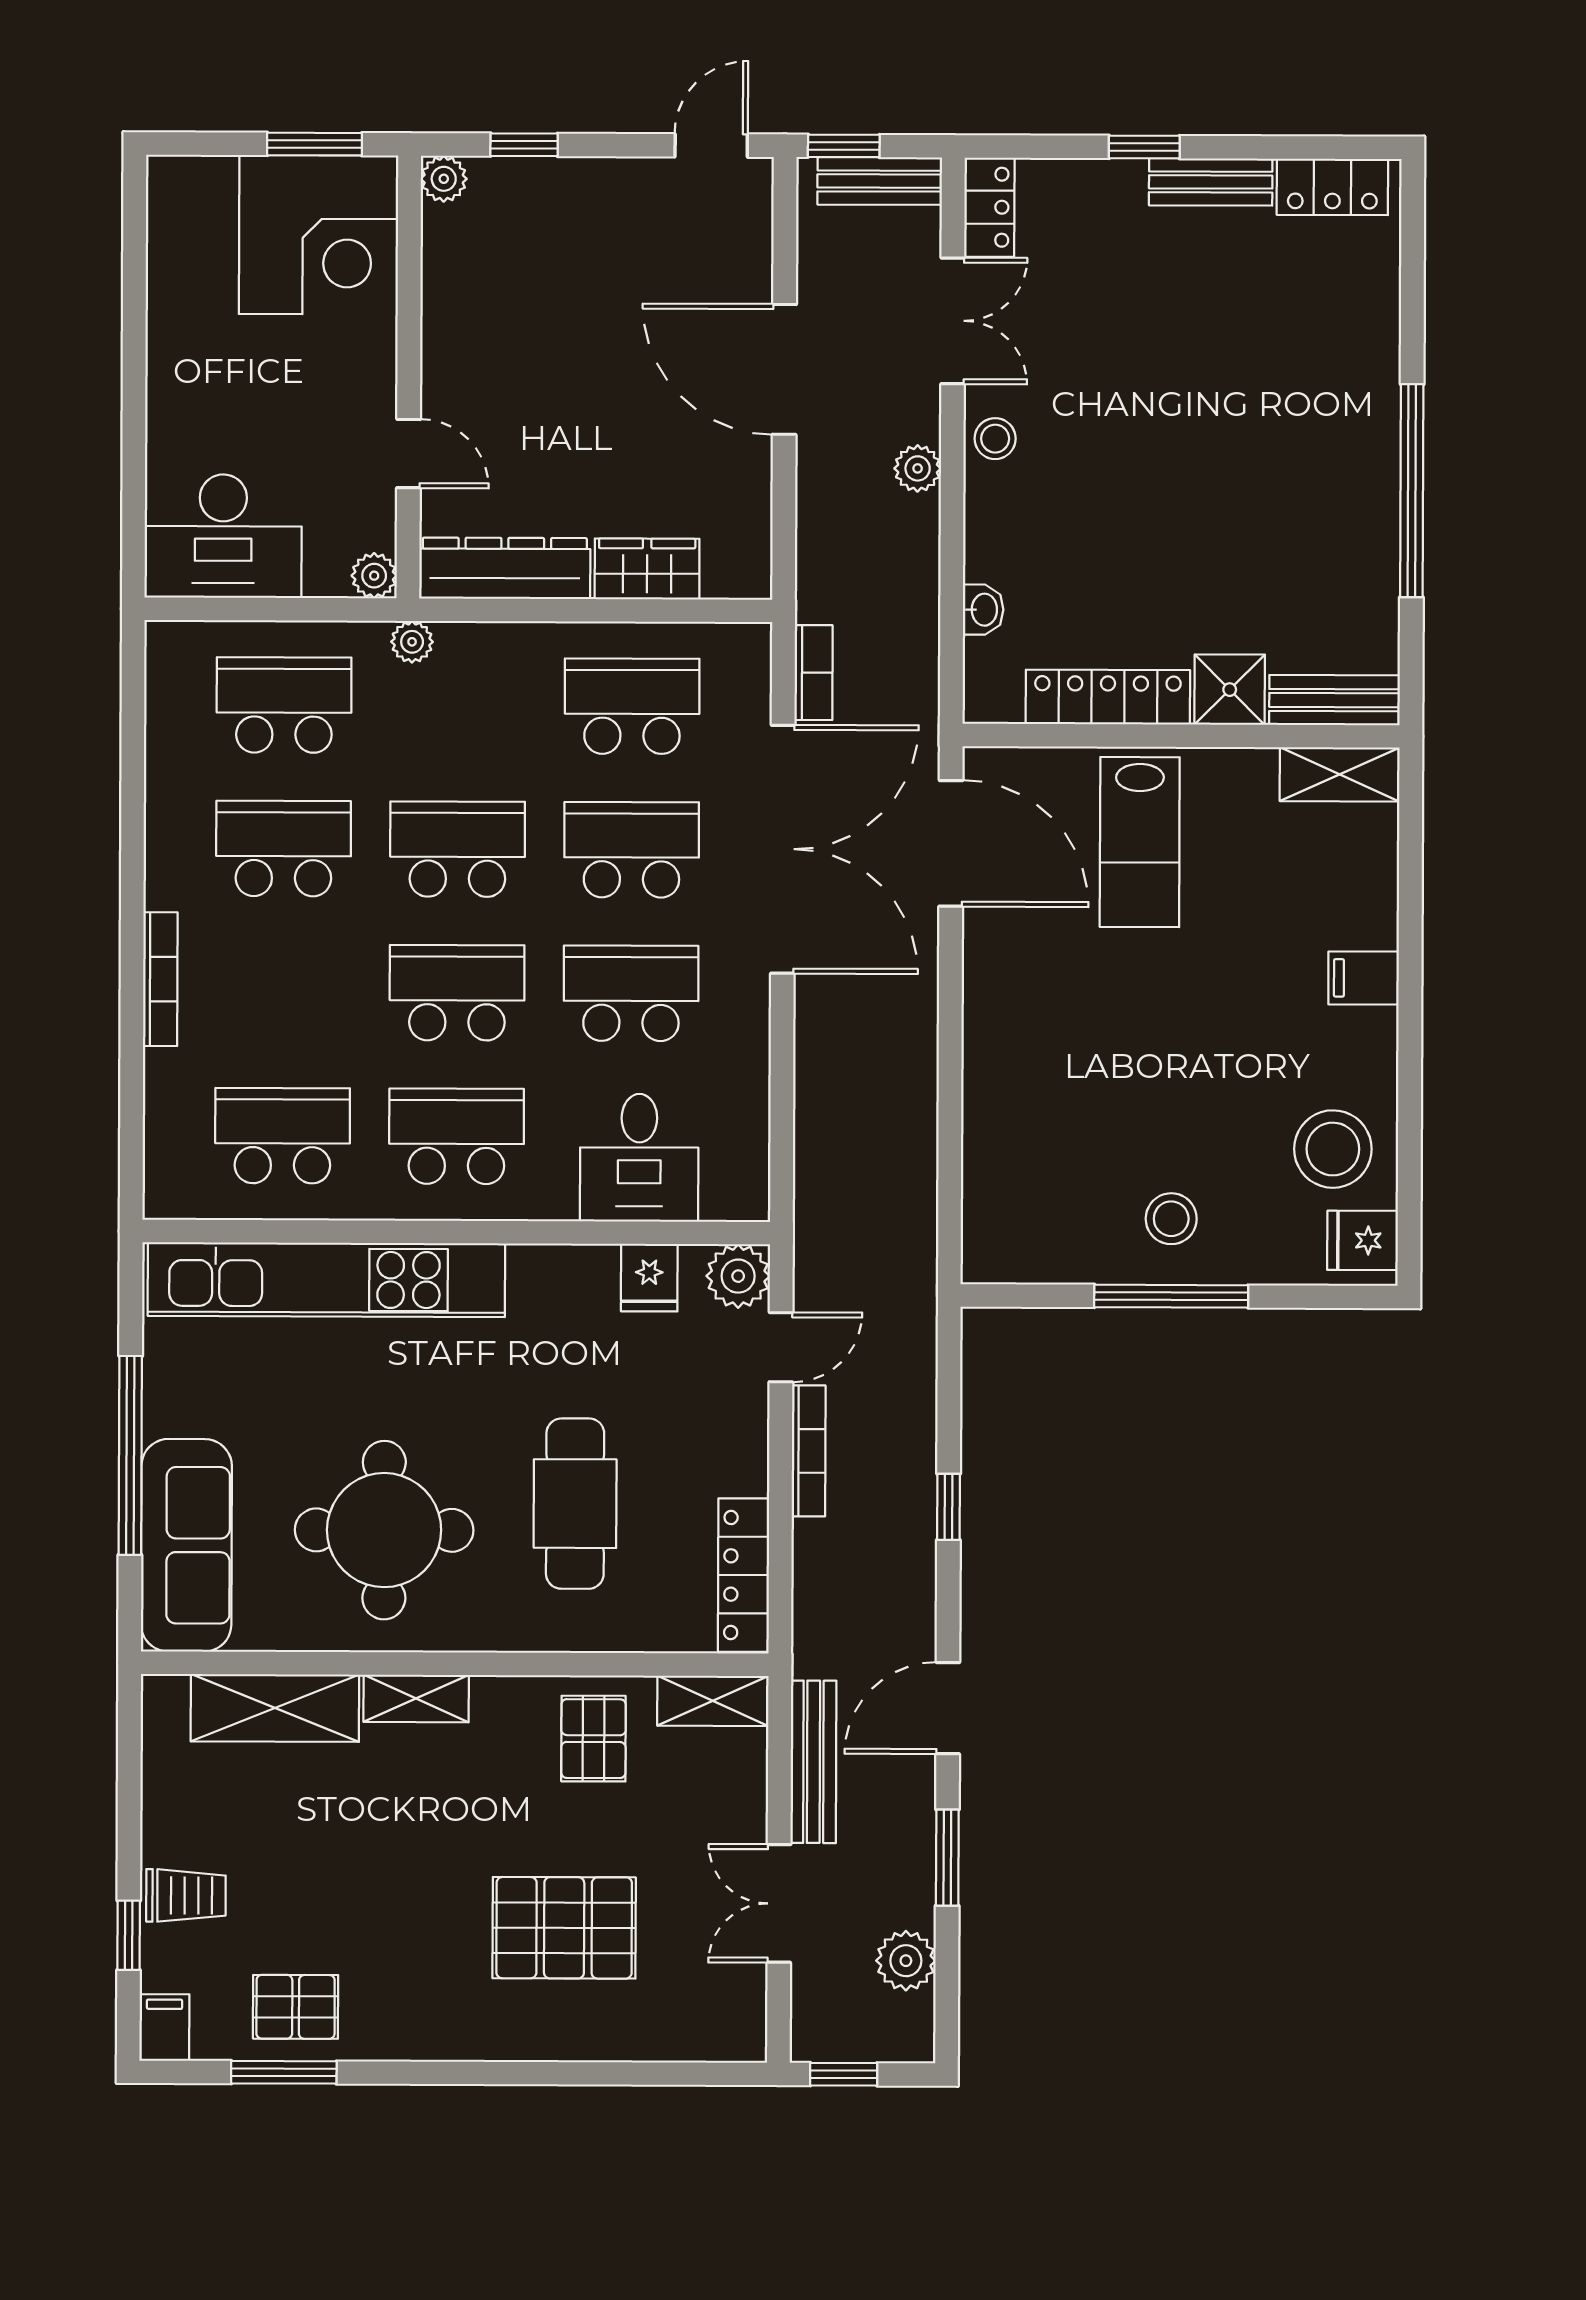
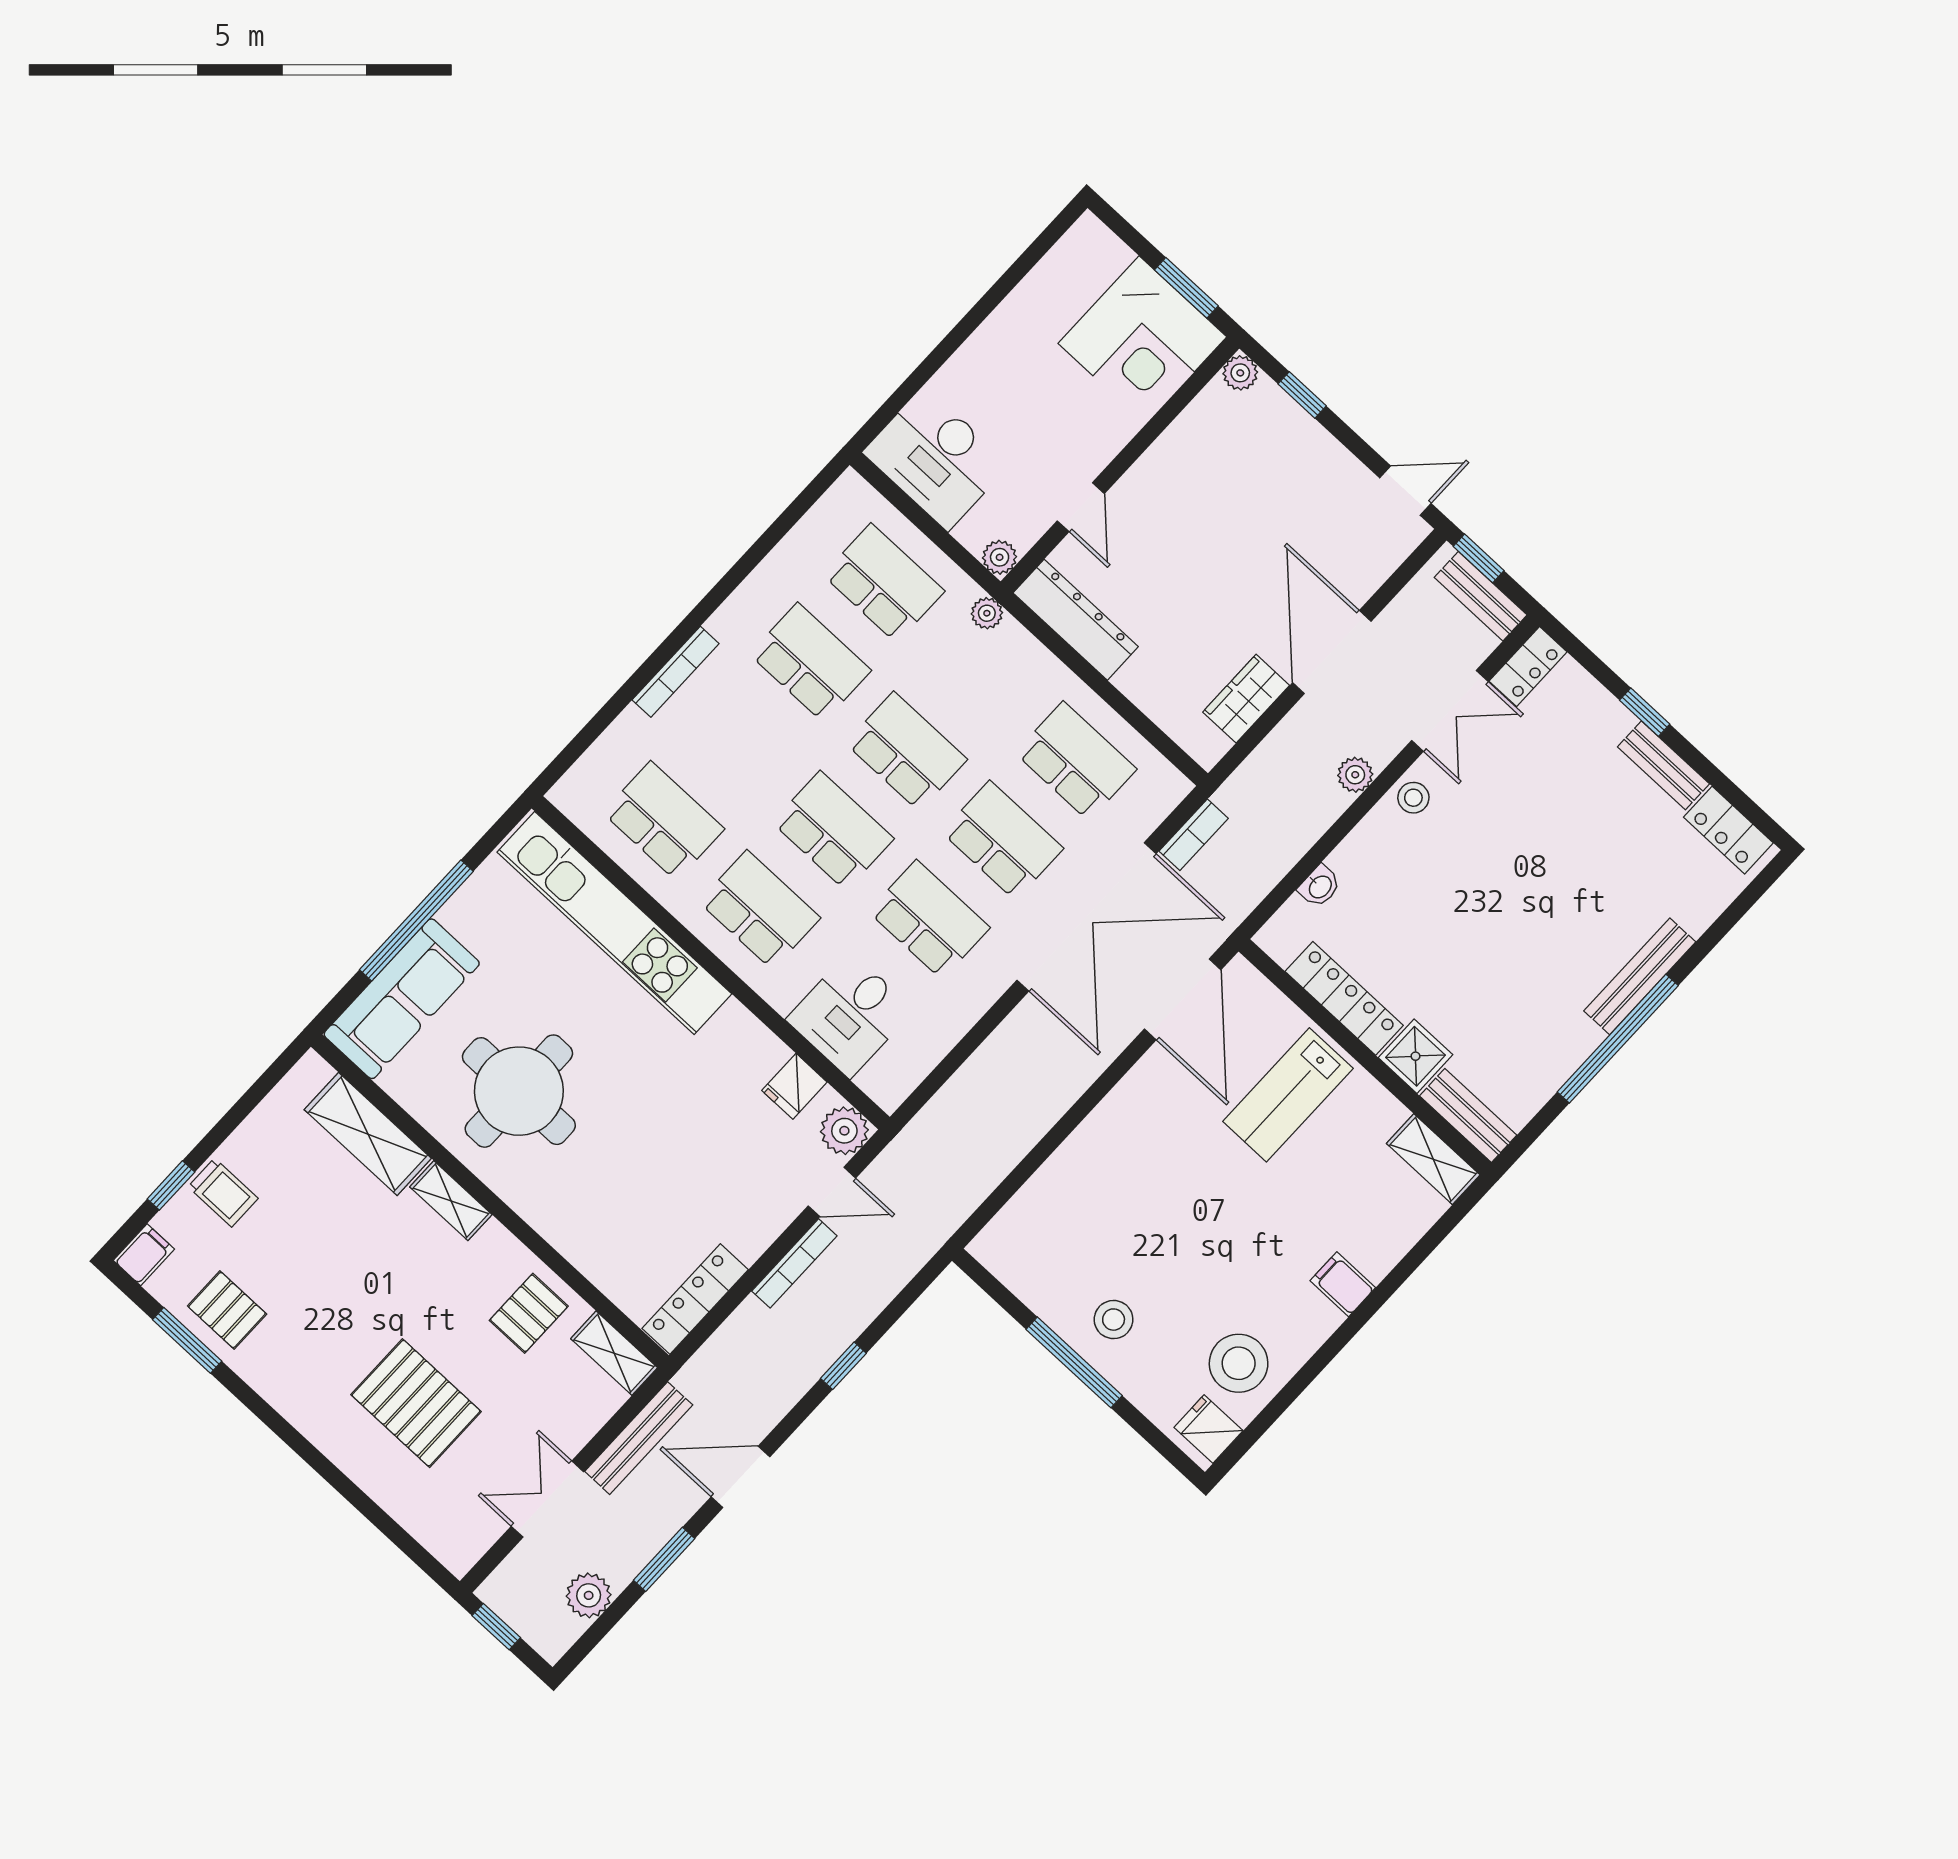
bench: (1377, 410) -> (1640, 976), added
wardrobe: (647, 569) -> (1246, 699), moved, turned -90
cafe table: (575, 1504) -> (638, 1174), removed

